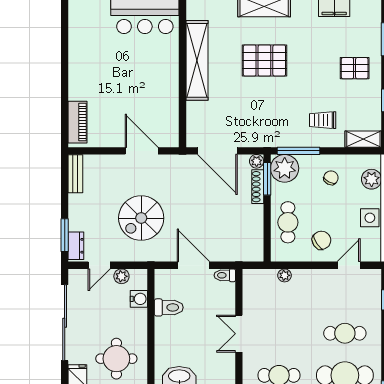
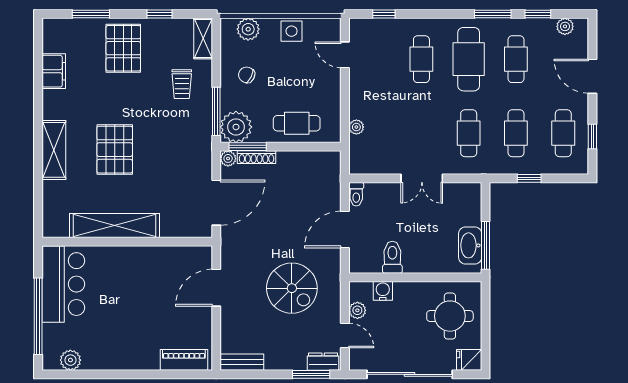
plant: (77, 21) -> (70, 360), added
pallet: (355, 68) -> (123, 48), width x1.50, depth x1.42
chair: (321, 240) -> (317, 86), removed

